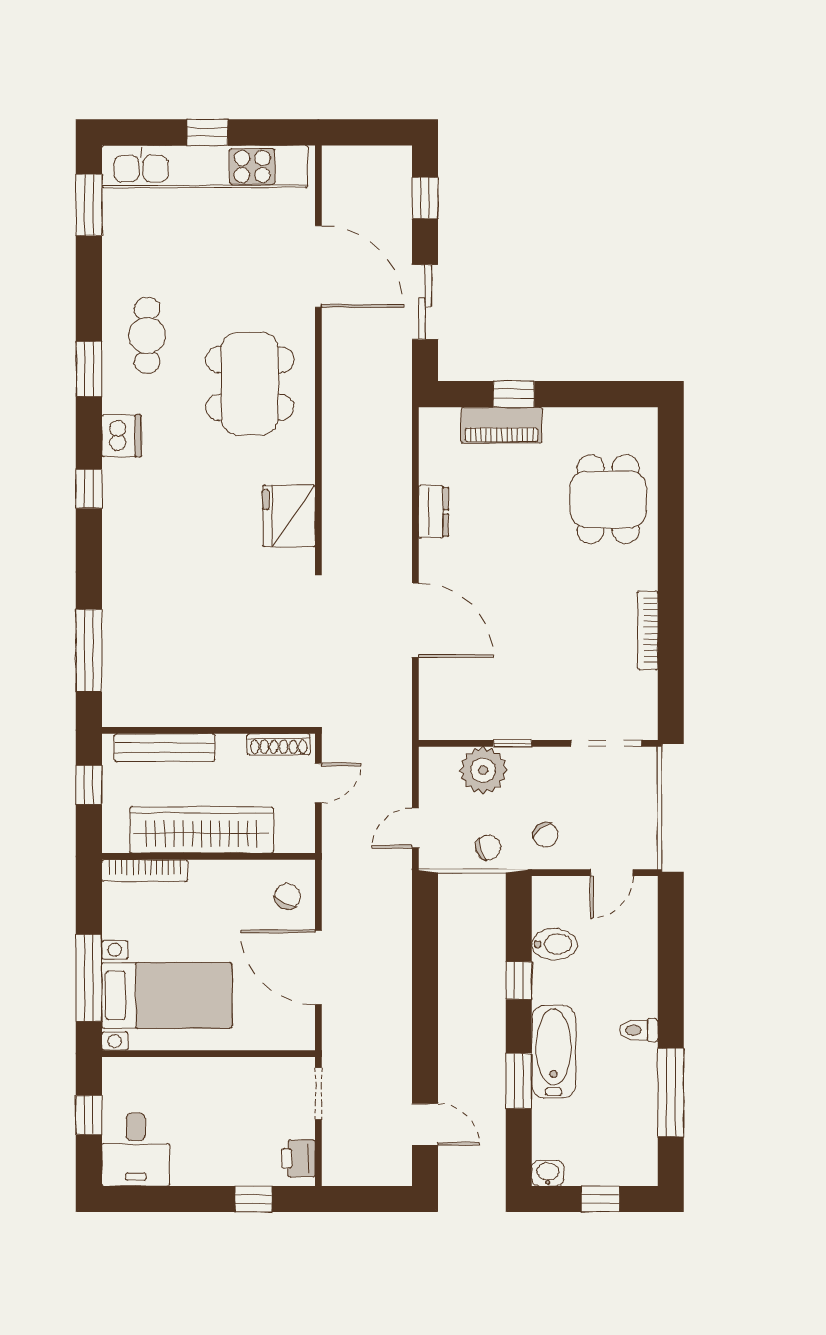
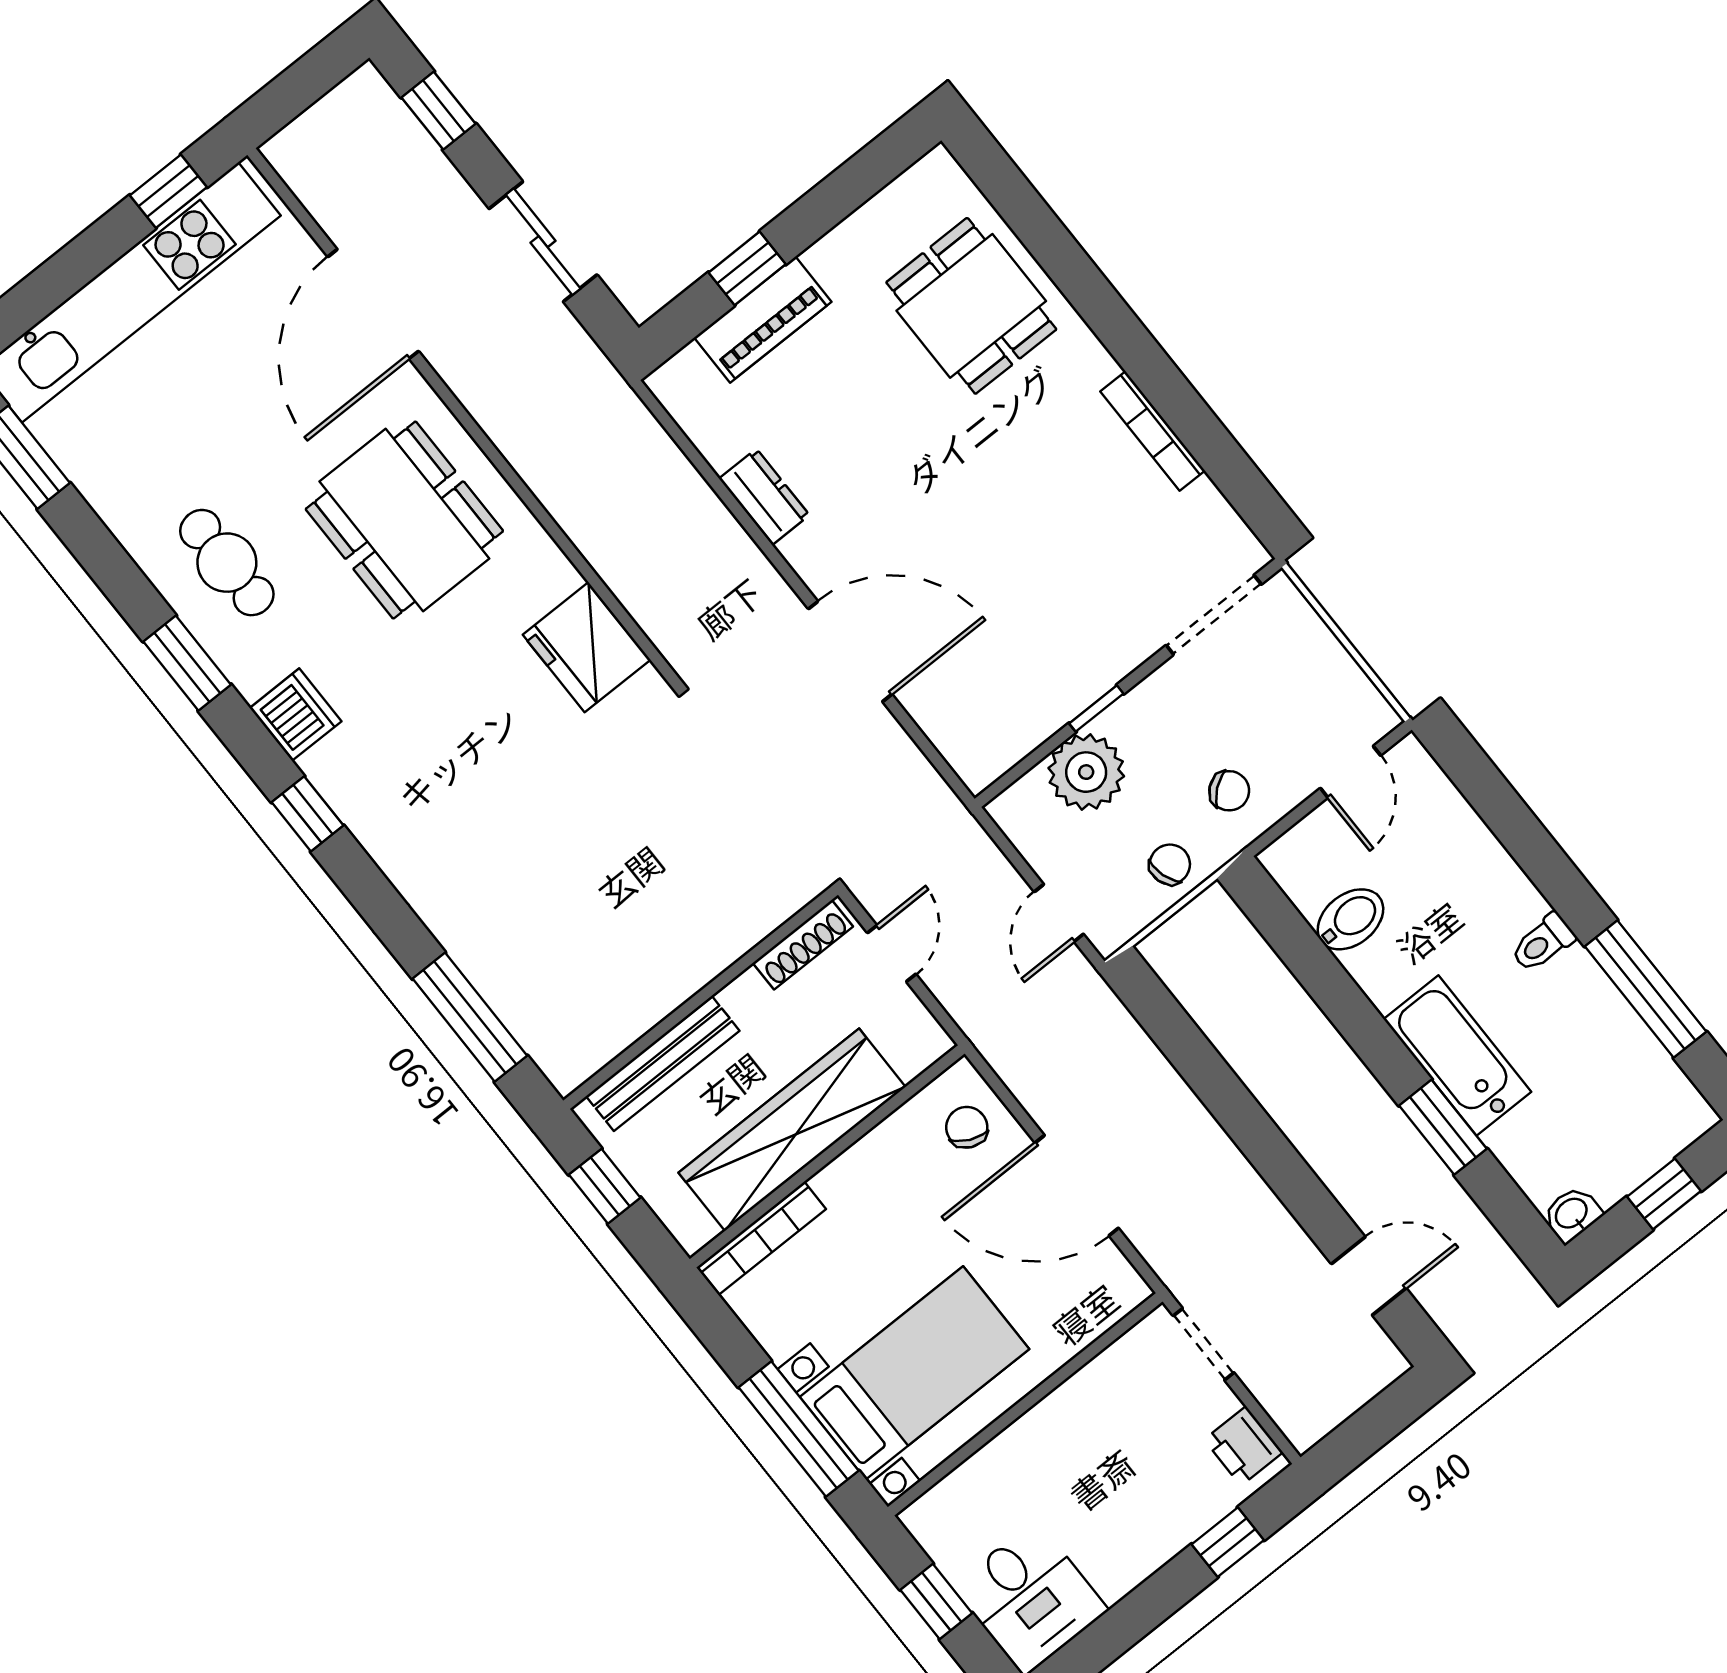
window: (207, 132) -> (168, 191), moved
door: (318, 266) -> (373, 304), swing flipped
window: (519, 980) -> (1342, 1001), removed

